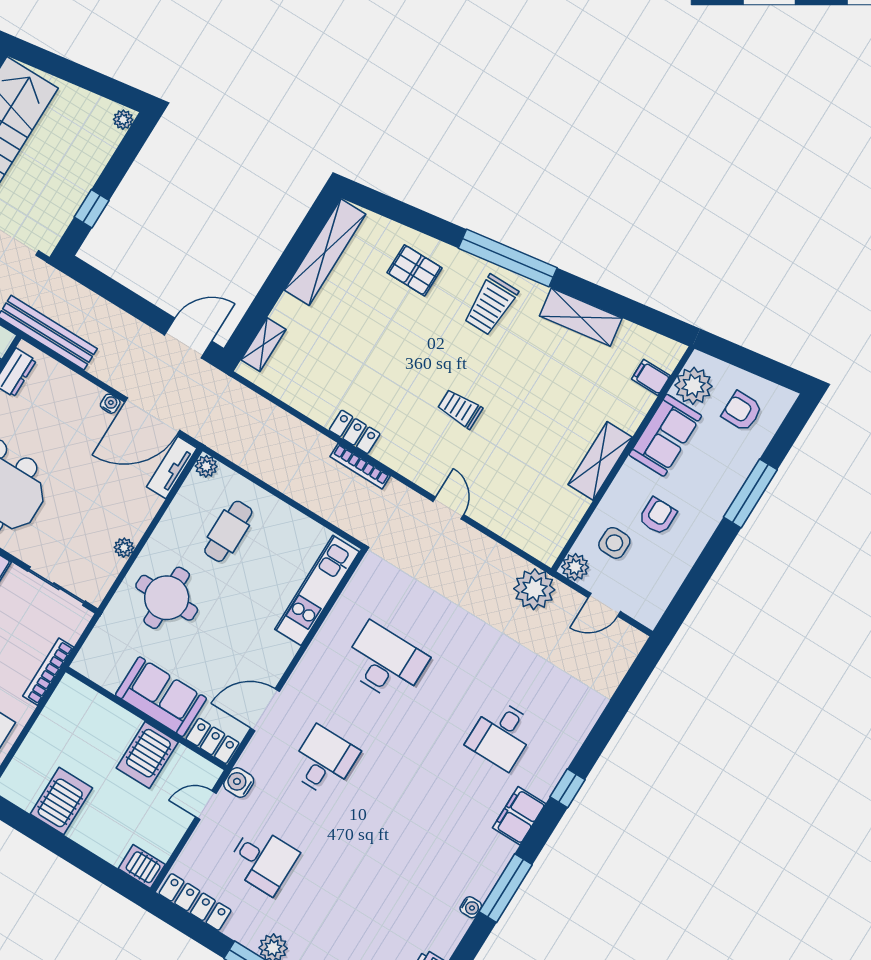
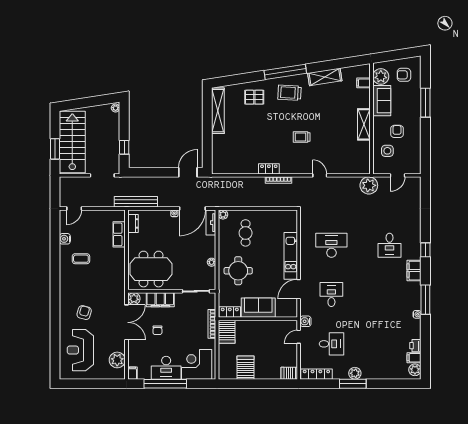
trolley: (491, 305) -> (290, 93), turned 93
shelving: (263, 345) -> (216, 158), removed
plant: (575, 567) -> (379, 168), removed
kitchen unit: (317, 590) -> (291, 256), moved
locker: (212, 741) -> (230, 312), moved
server rack: (147, 755) -> (227, 332), moved

